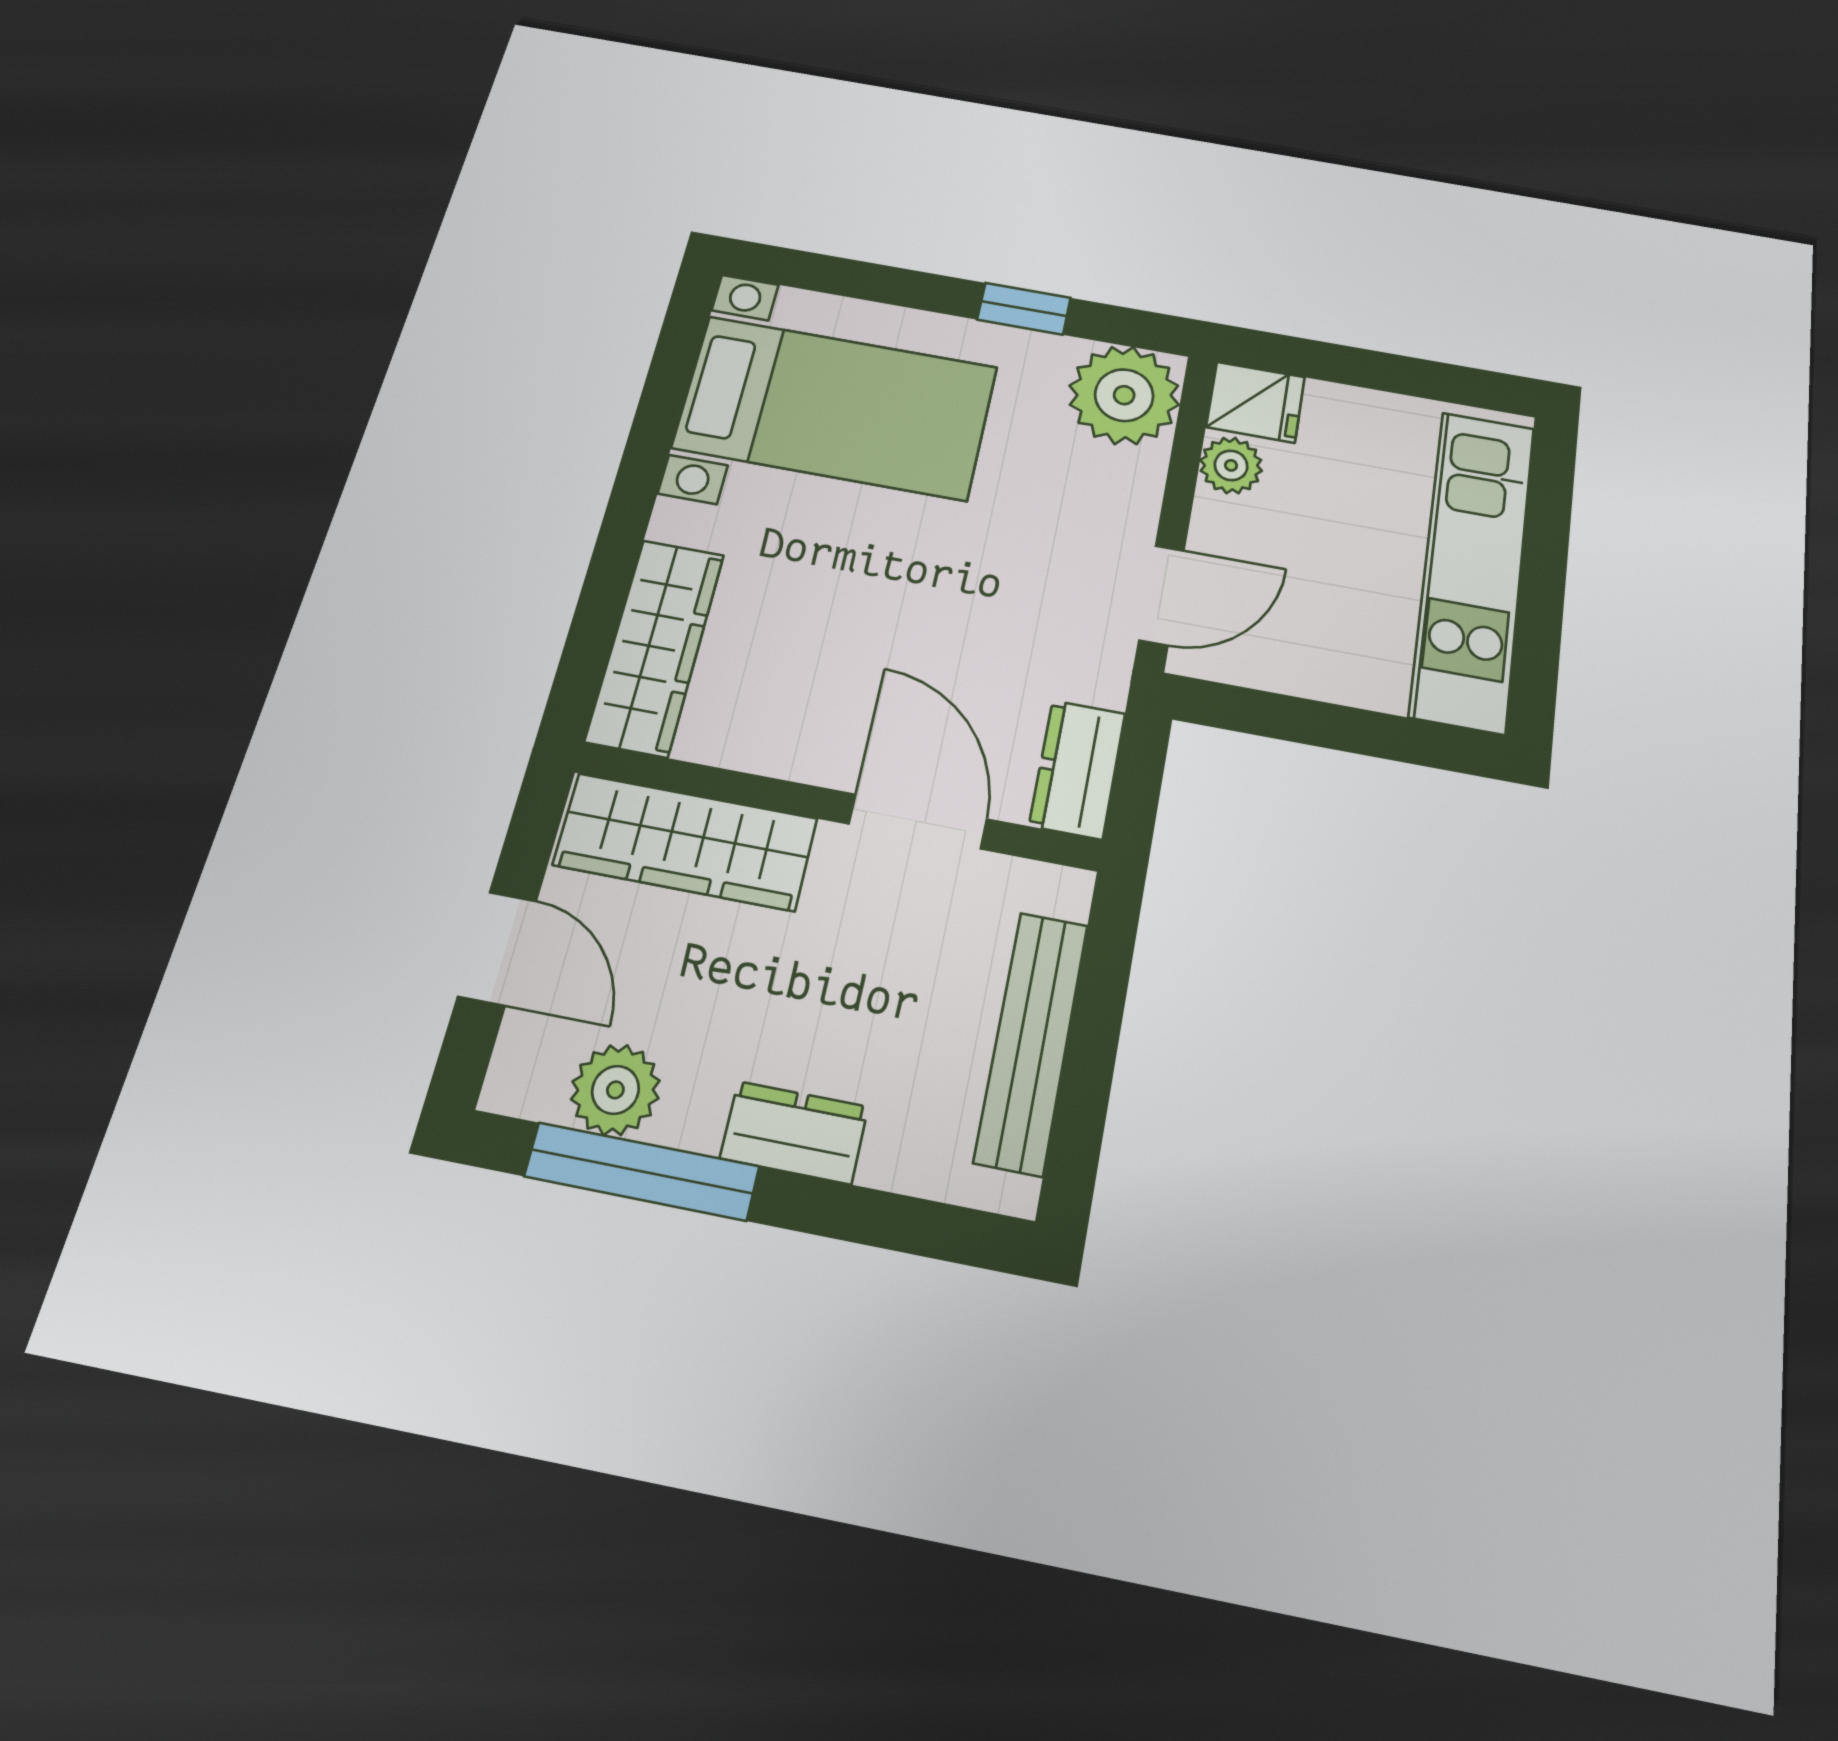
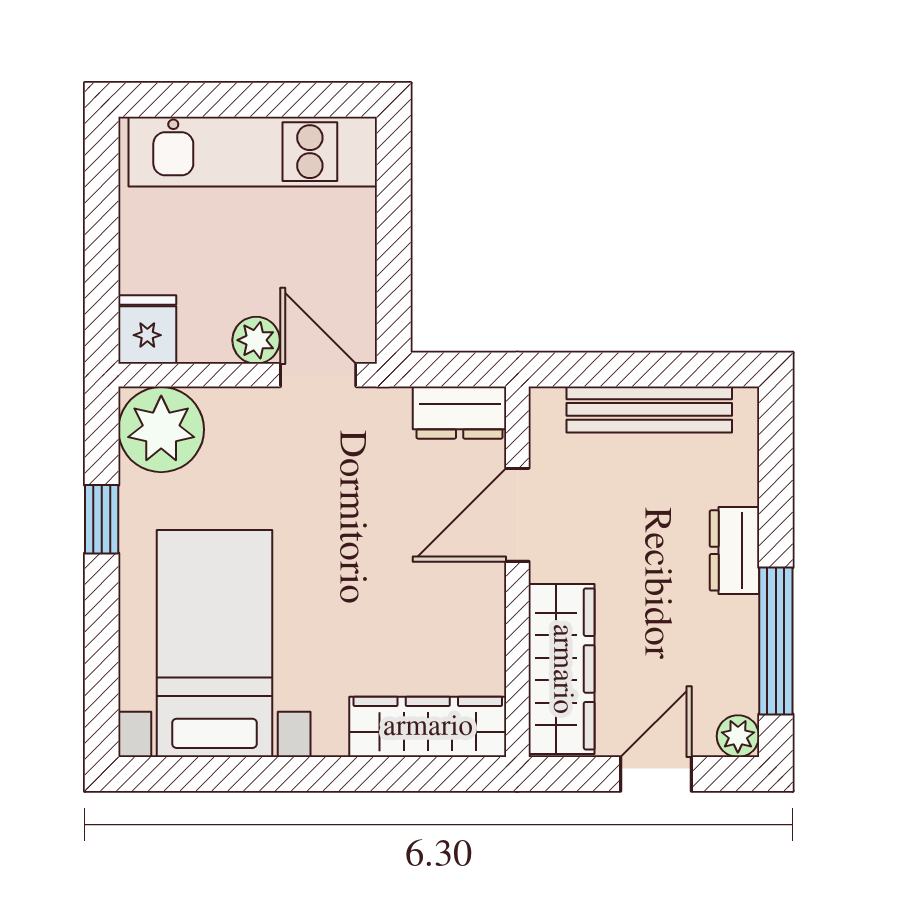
plant: (1231, 465) -> (256, 340), moved
plant: (615, 1090) -> (738, 736), moved, width x0.73, depth x0.73

